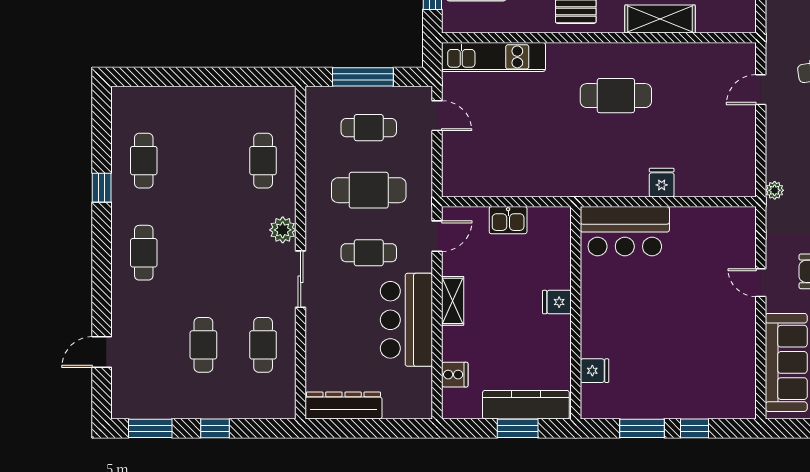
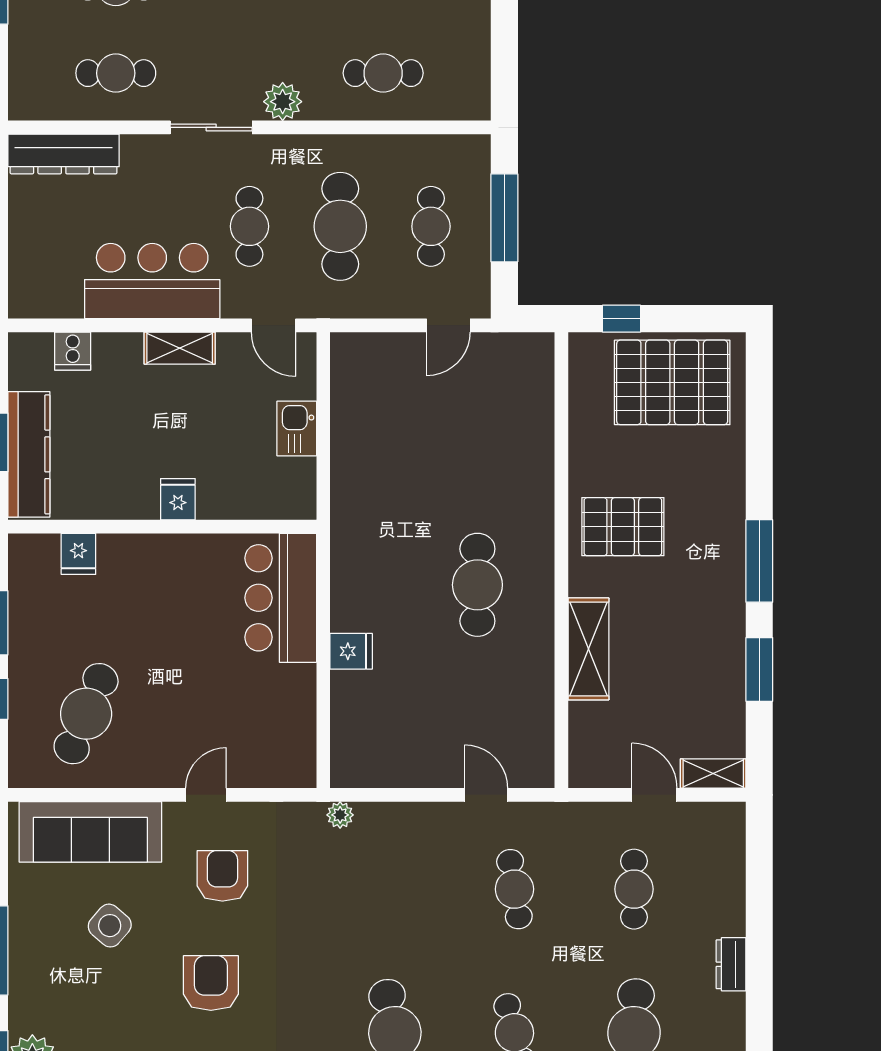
kitchen unit: (493, 57) -> (534, 407), removed
cafe table: (705, 365) -> (86, 714), added
dresser: (343, 406) -> (64, 154), moved, turned 90

